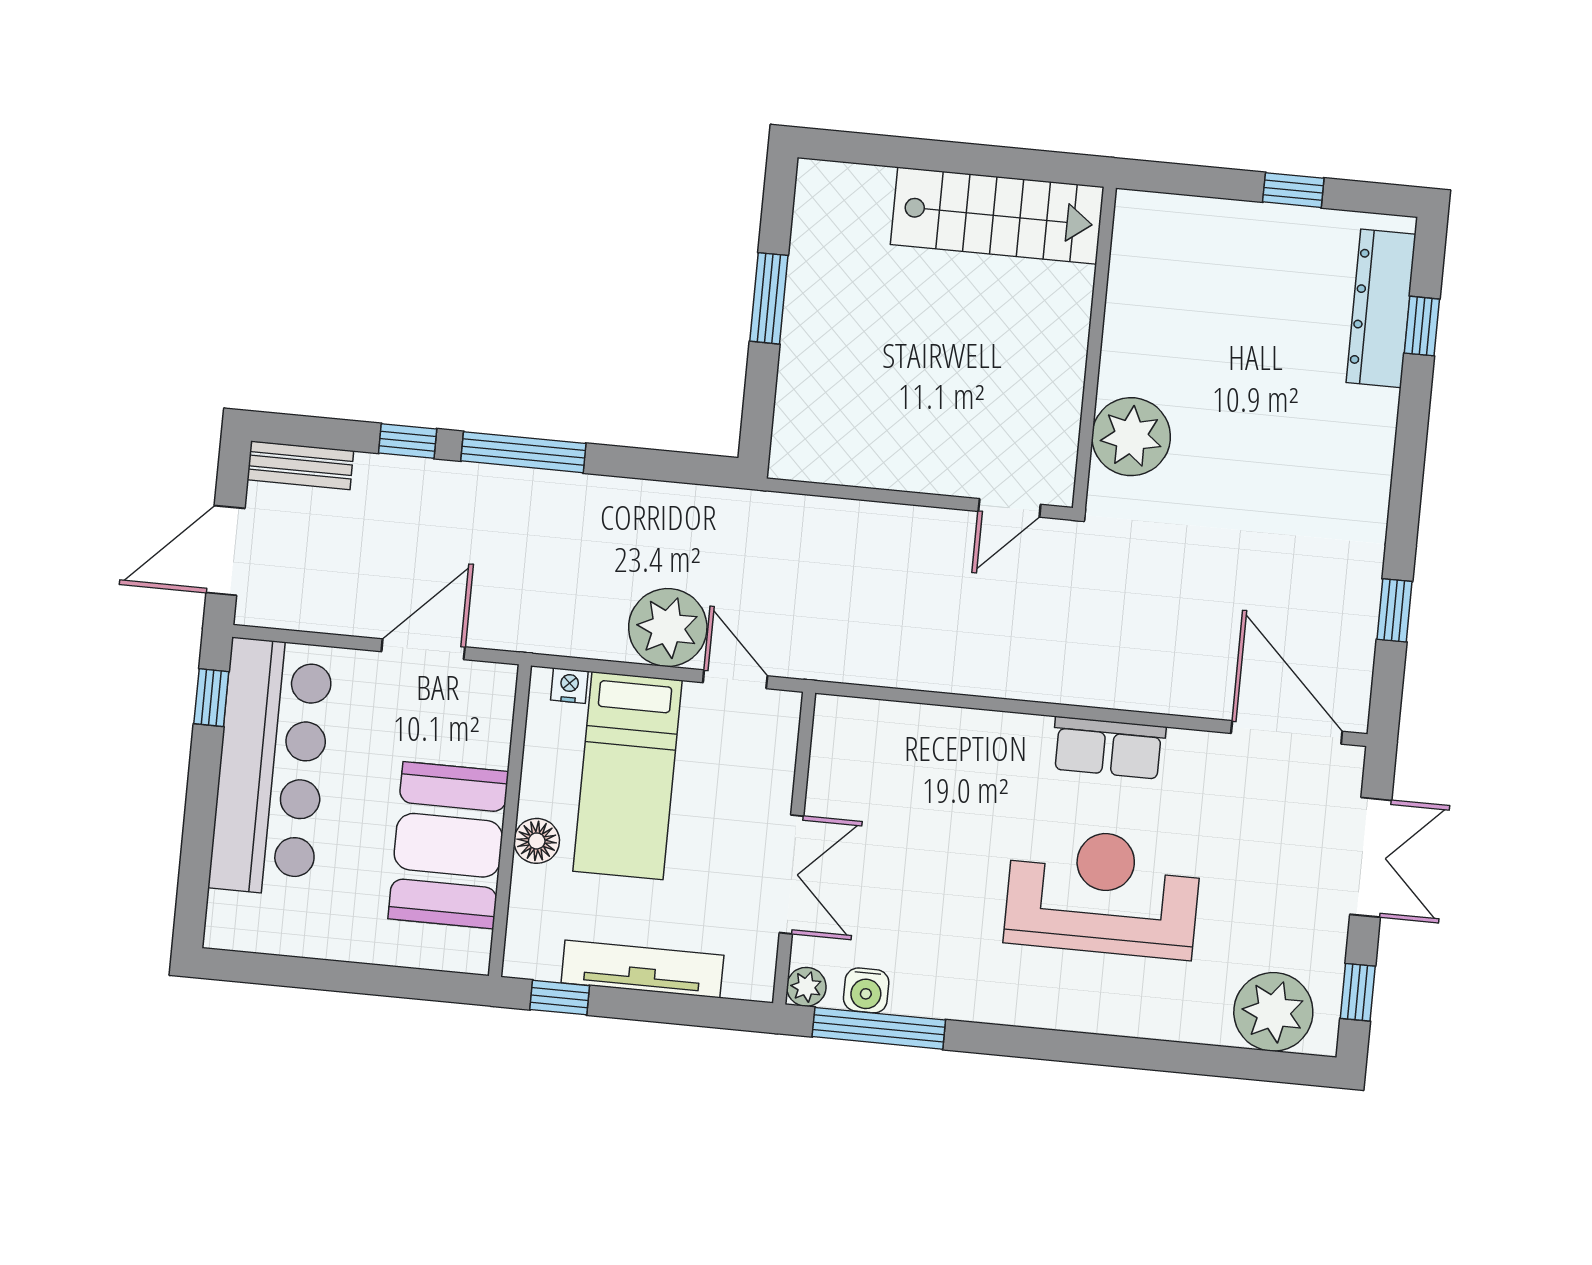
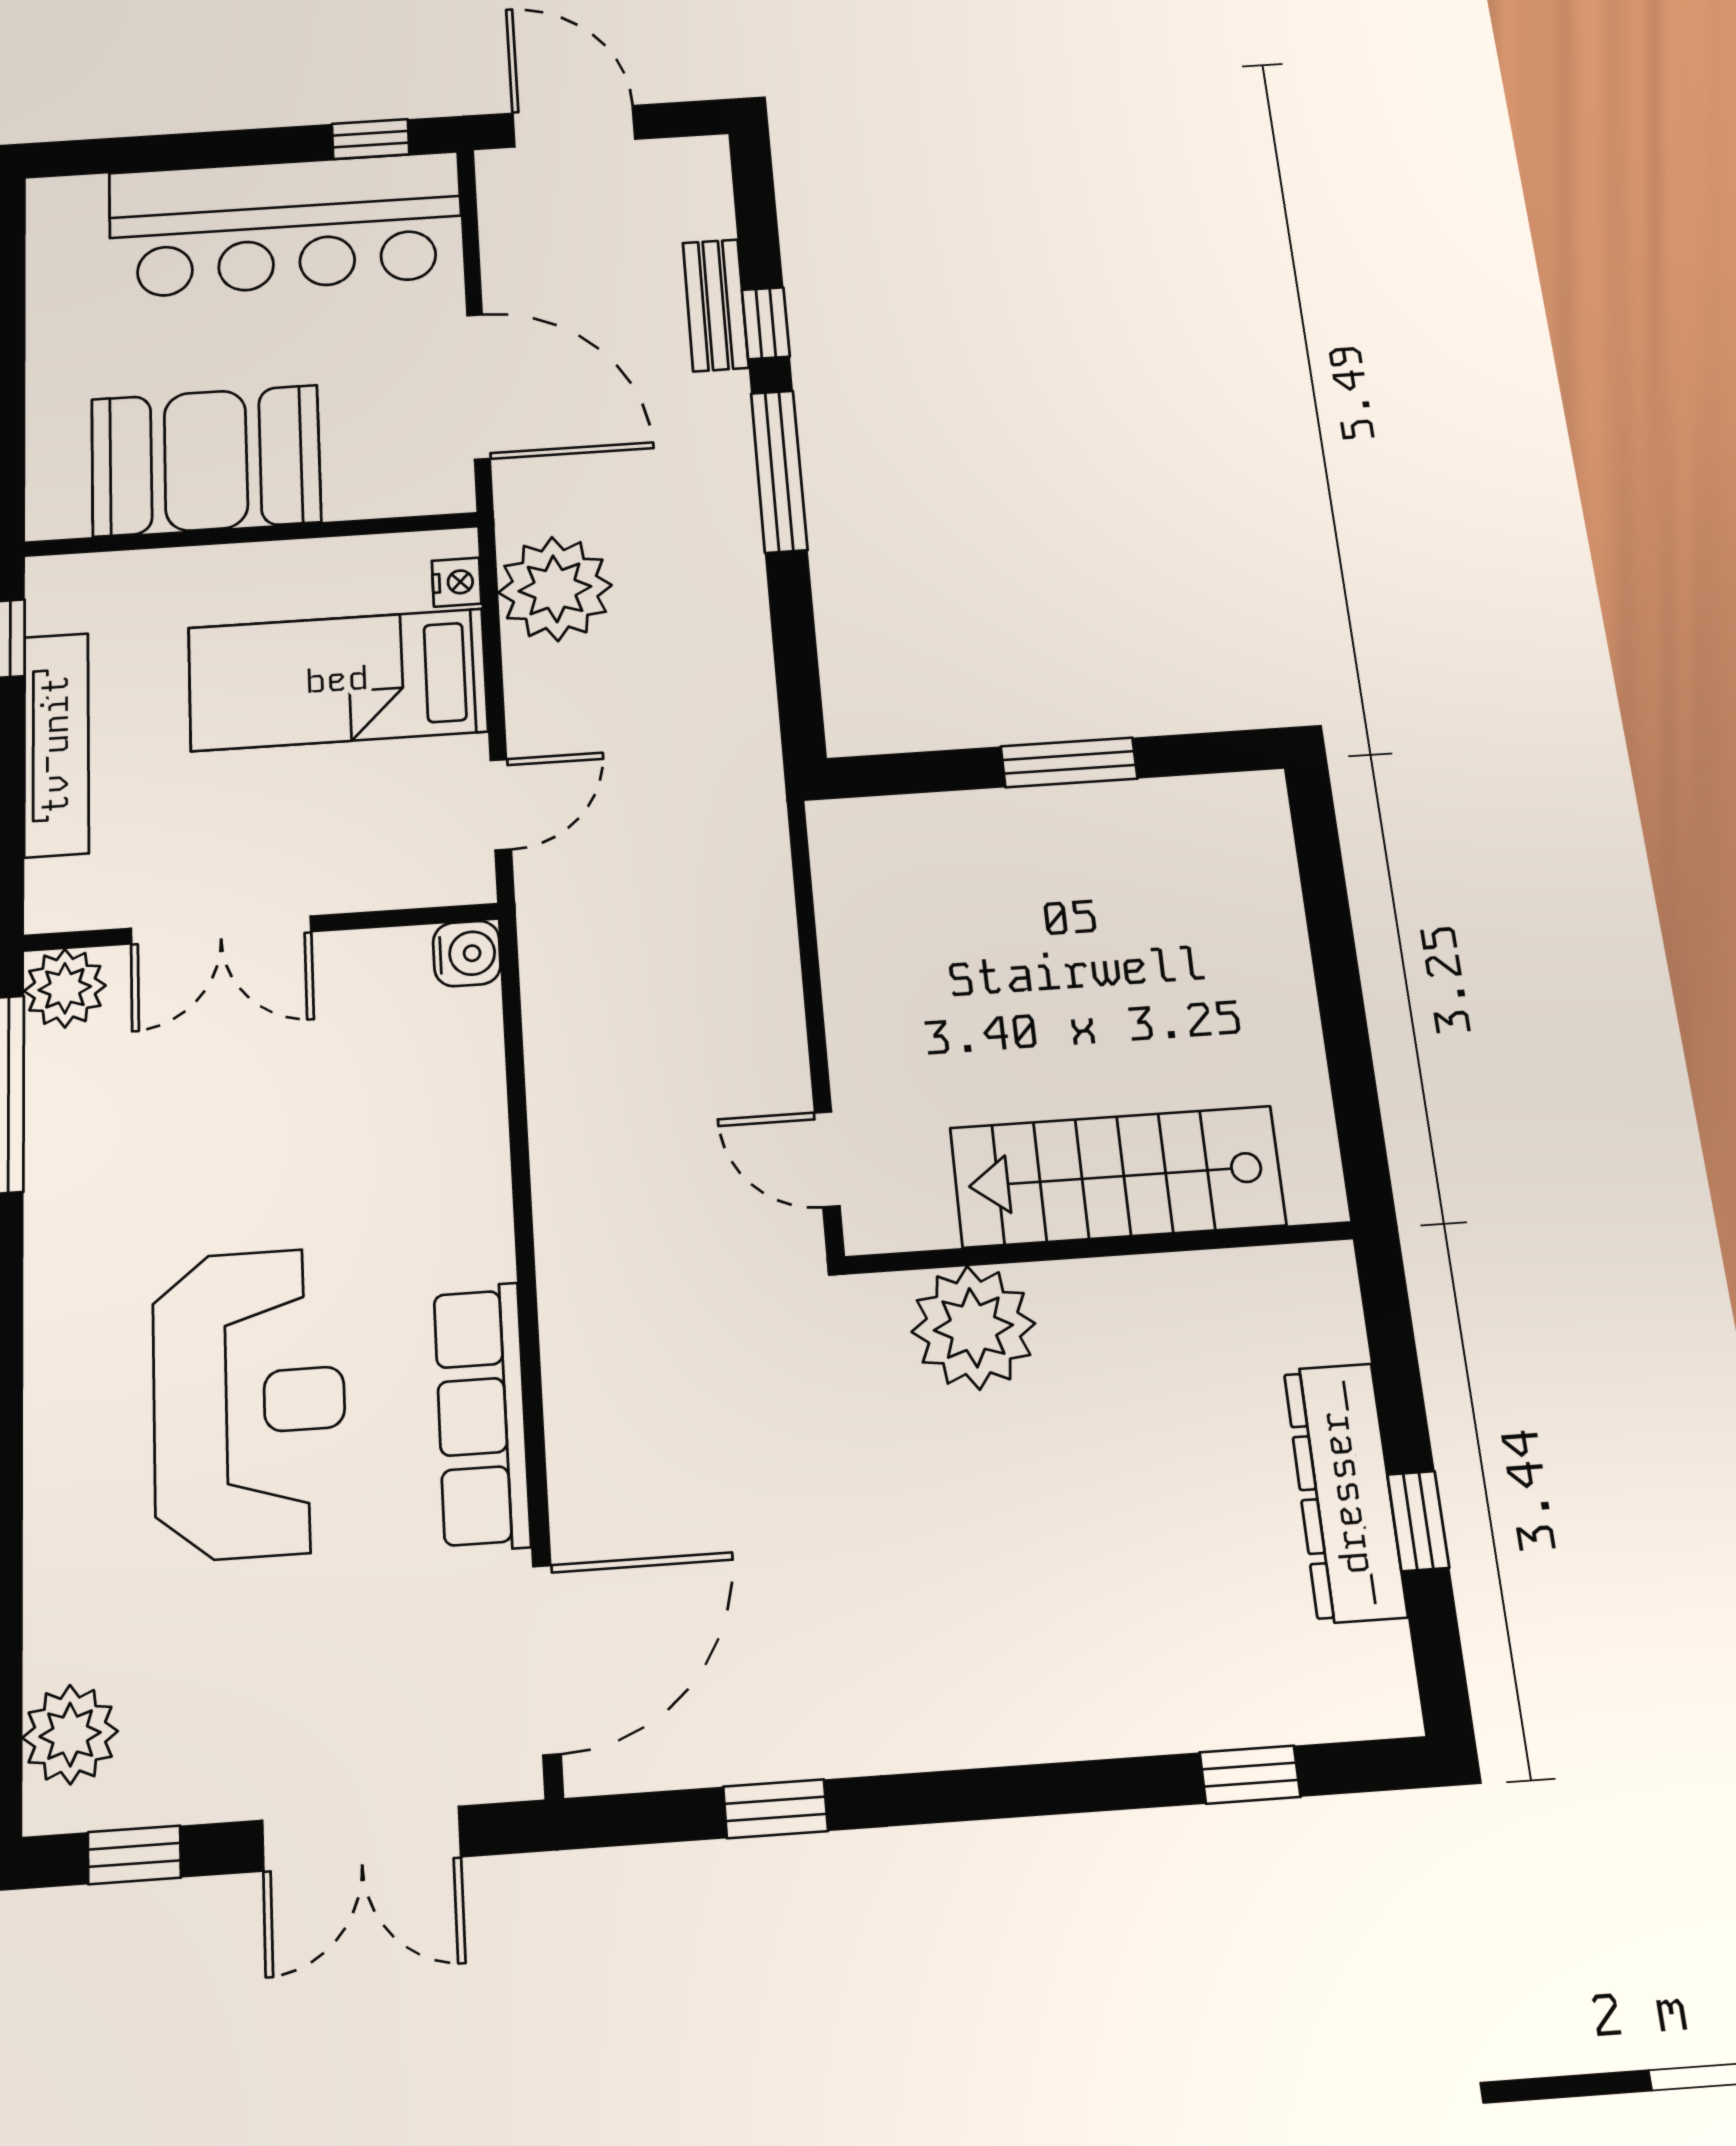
stairs: (997, 216) -> (1117, 1177), moved, turned 90
dresser: (1381, 308) -> (1345, 1492), moved, turned -90
bench: (300, 465) -> (716, 305), moved
plant: (668, 628) -> (555, 589), moved
door: (423, 649) -> (478, 386), width x1.36
row of seats: (1108, 748) -> (482, 1416), width x1.48
floor lamp: (537, 841) -> (227, 574), removed
plant: (806, 987) -> (65, 988), width x1.38, depth x1.38
water cooler: (866, 990) -> (467, 954), moved, turned 180
plant: (1273, 1012) -> (70, 1735), width x0.73, depth x0.73

